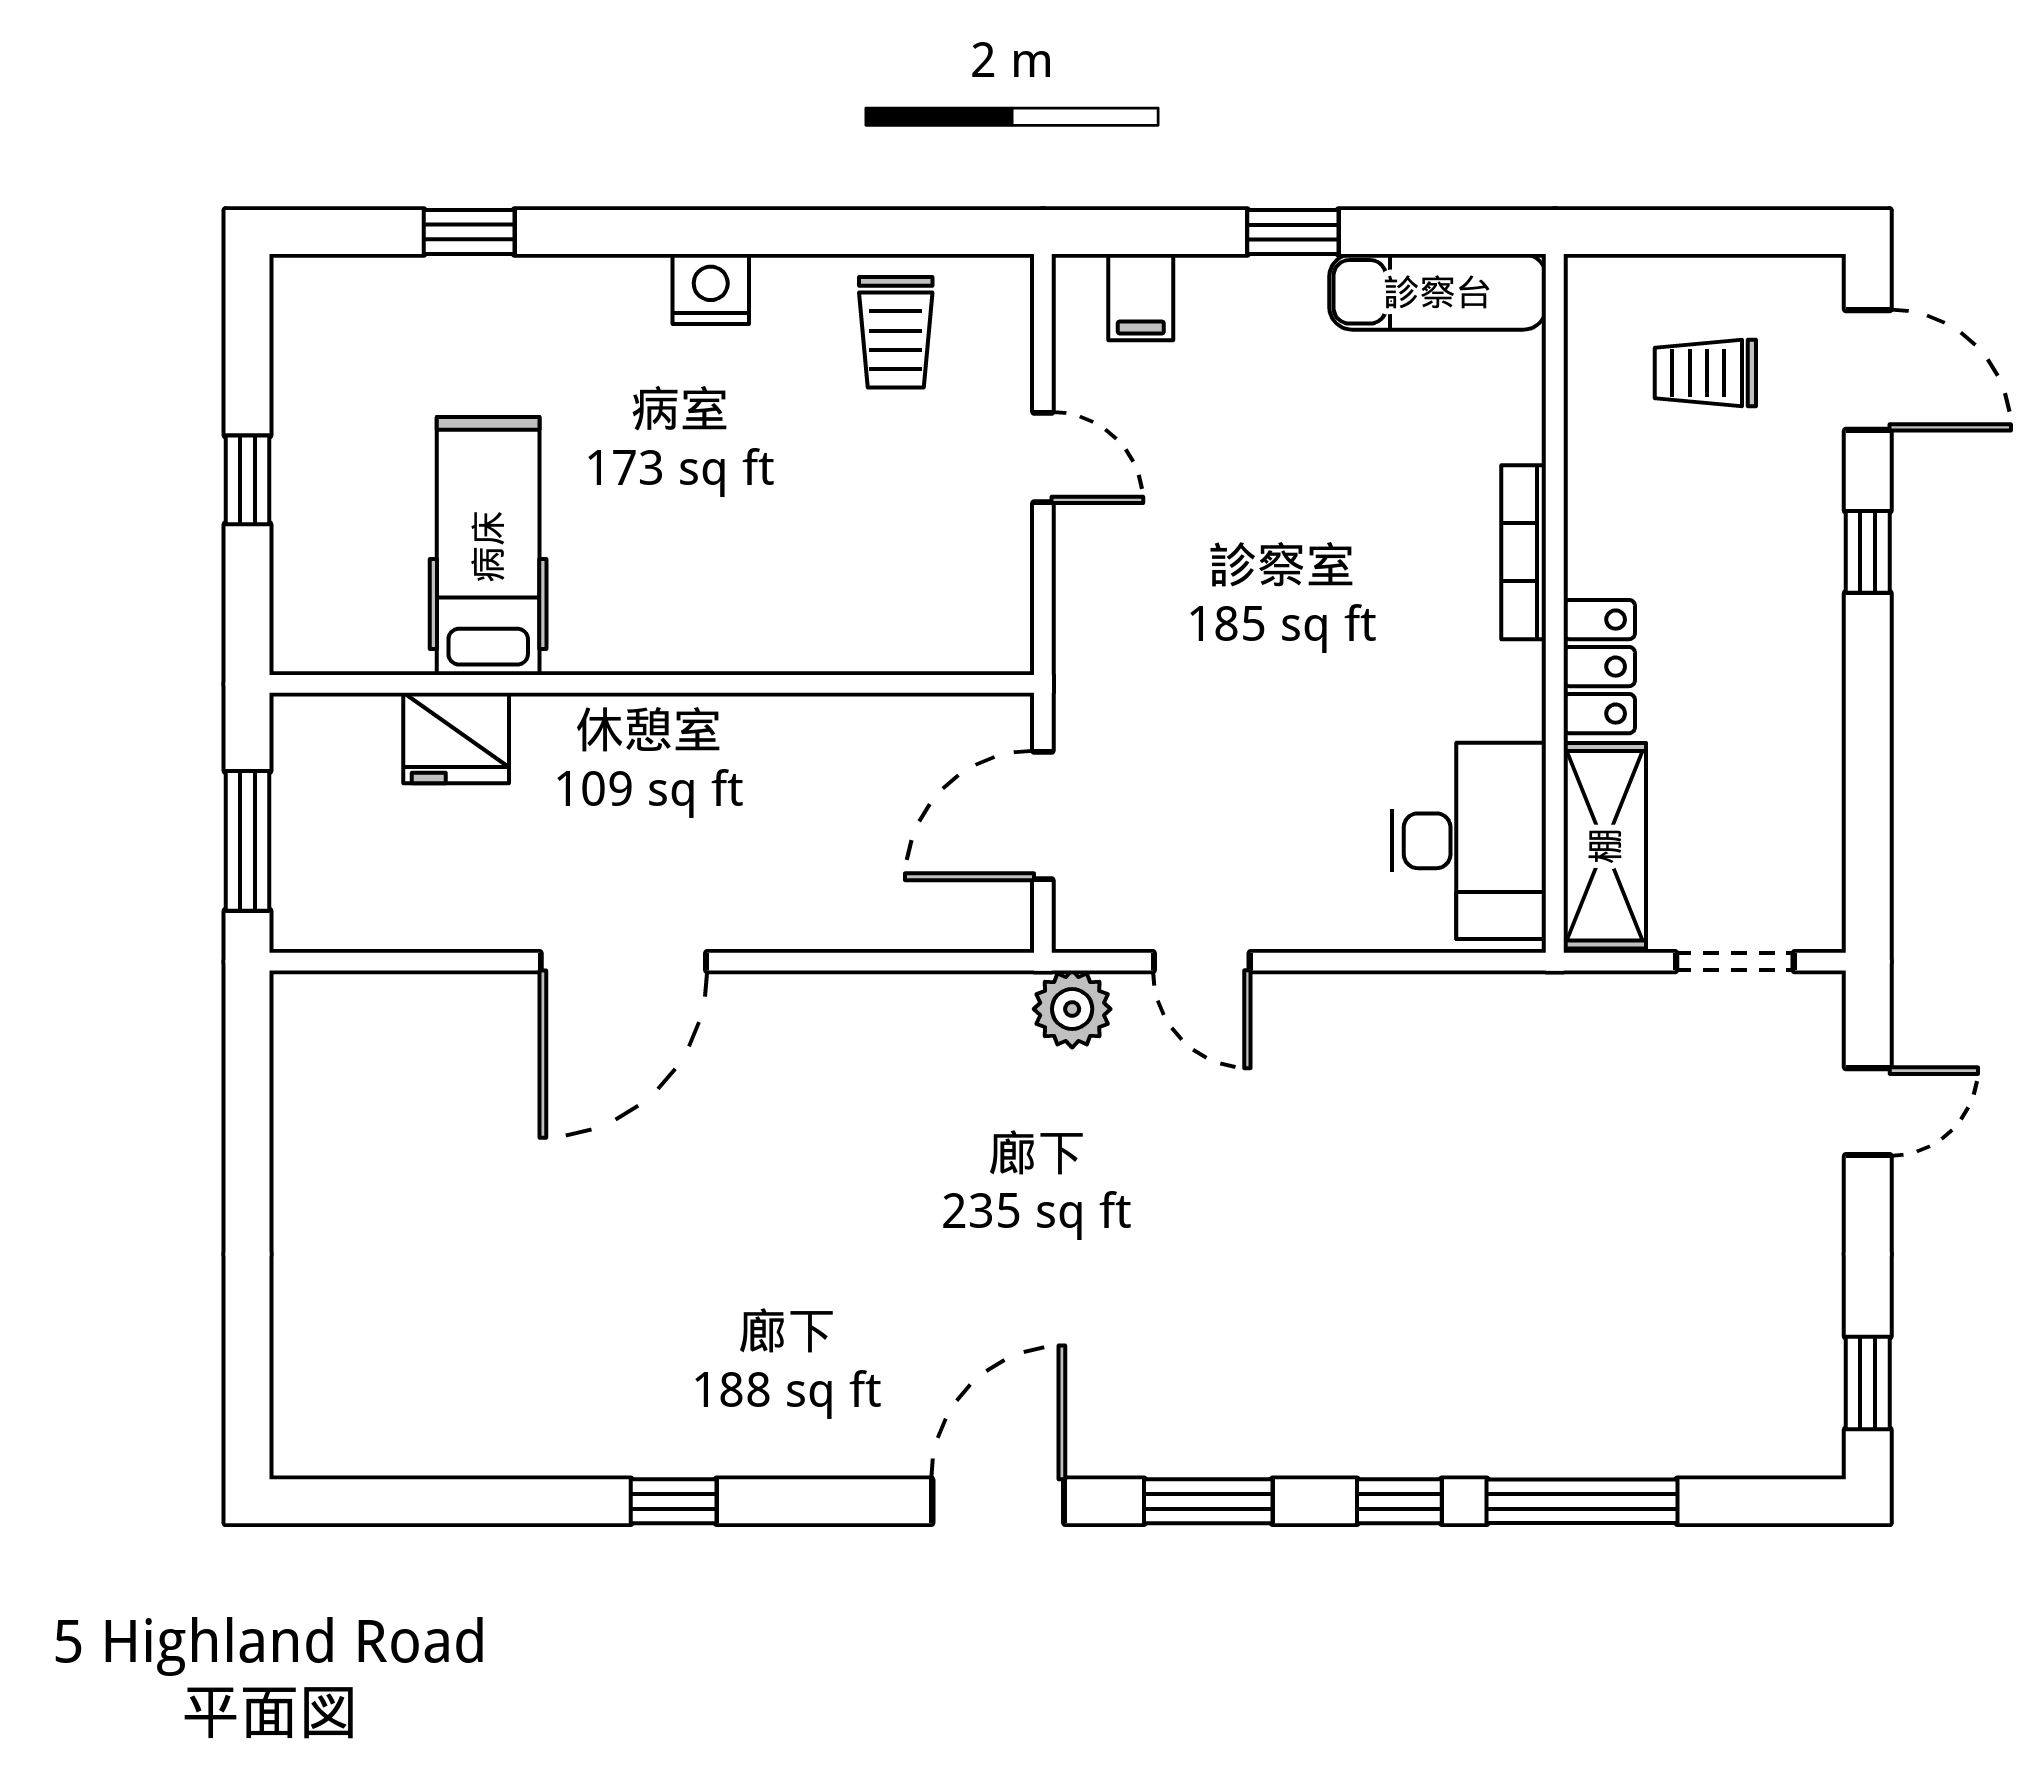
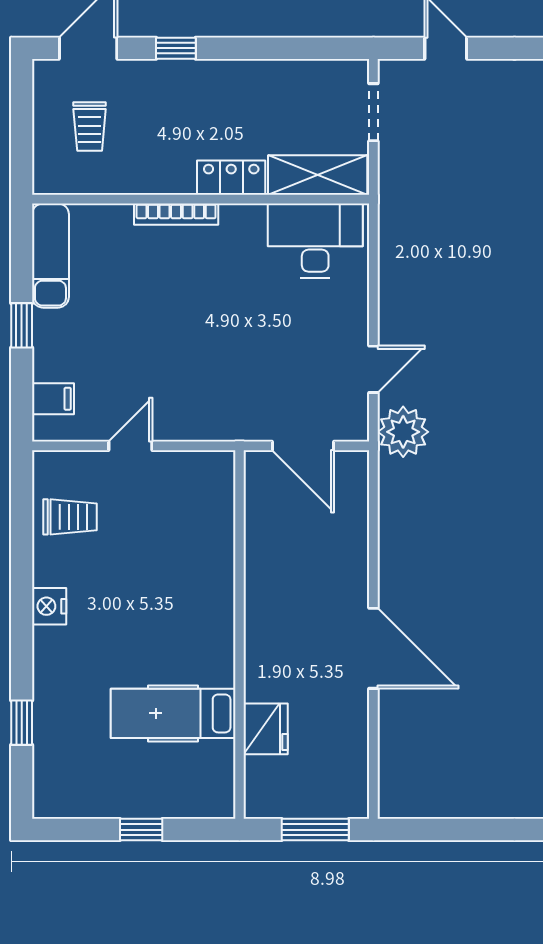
plant: (1072, 1009) -> (403, 432), width x1.36, depth x1.36

